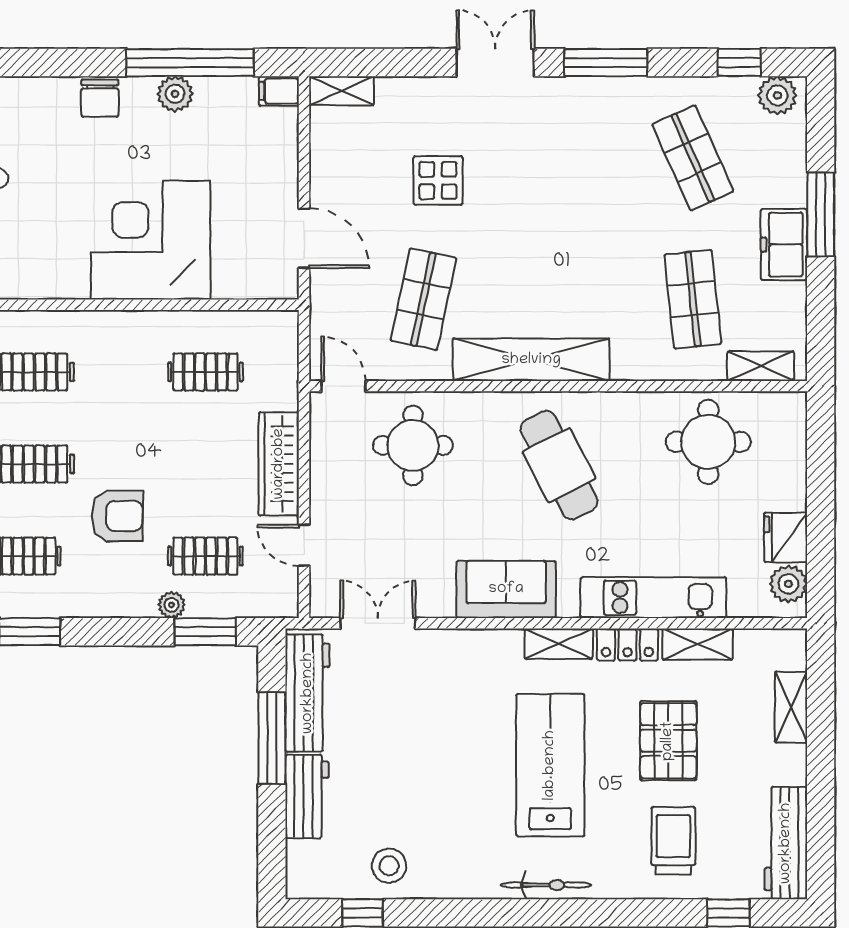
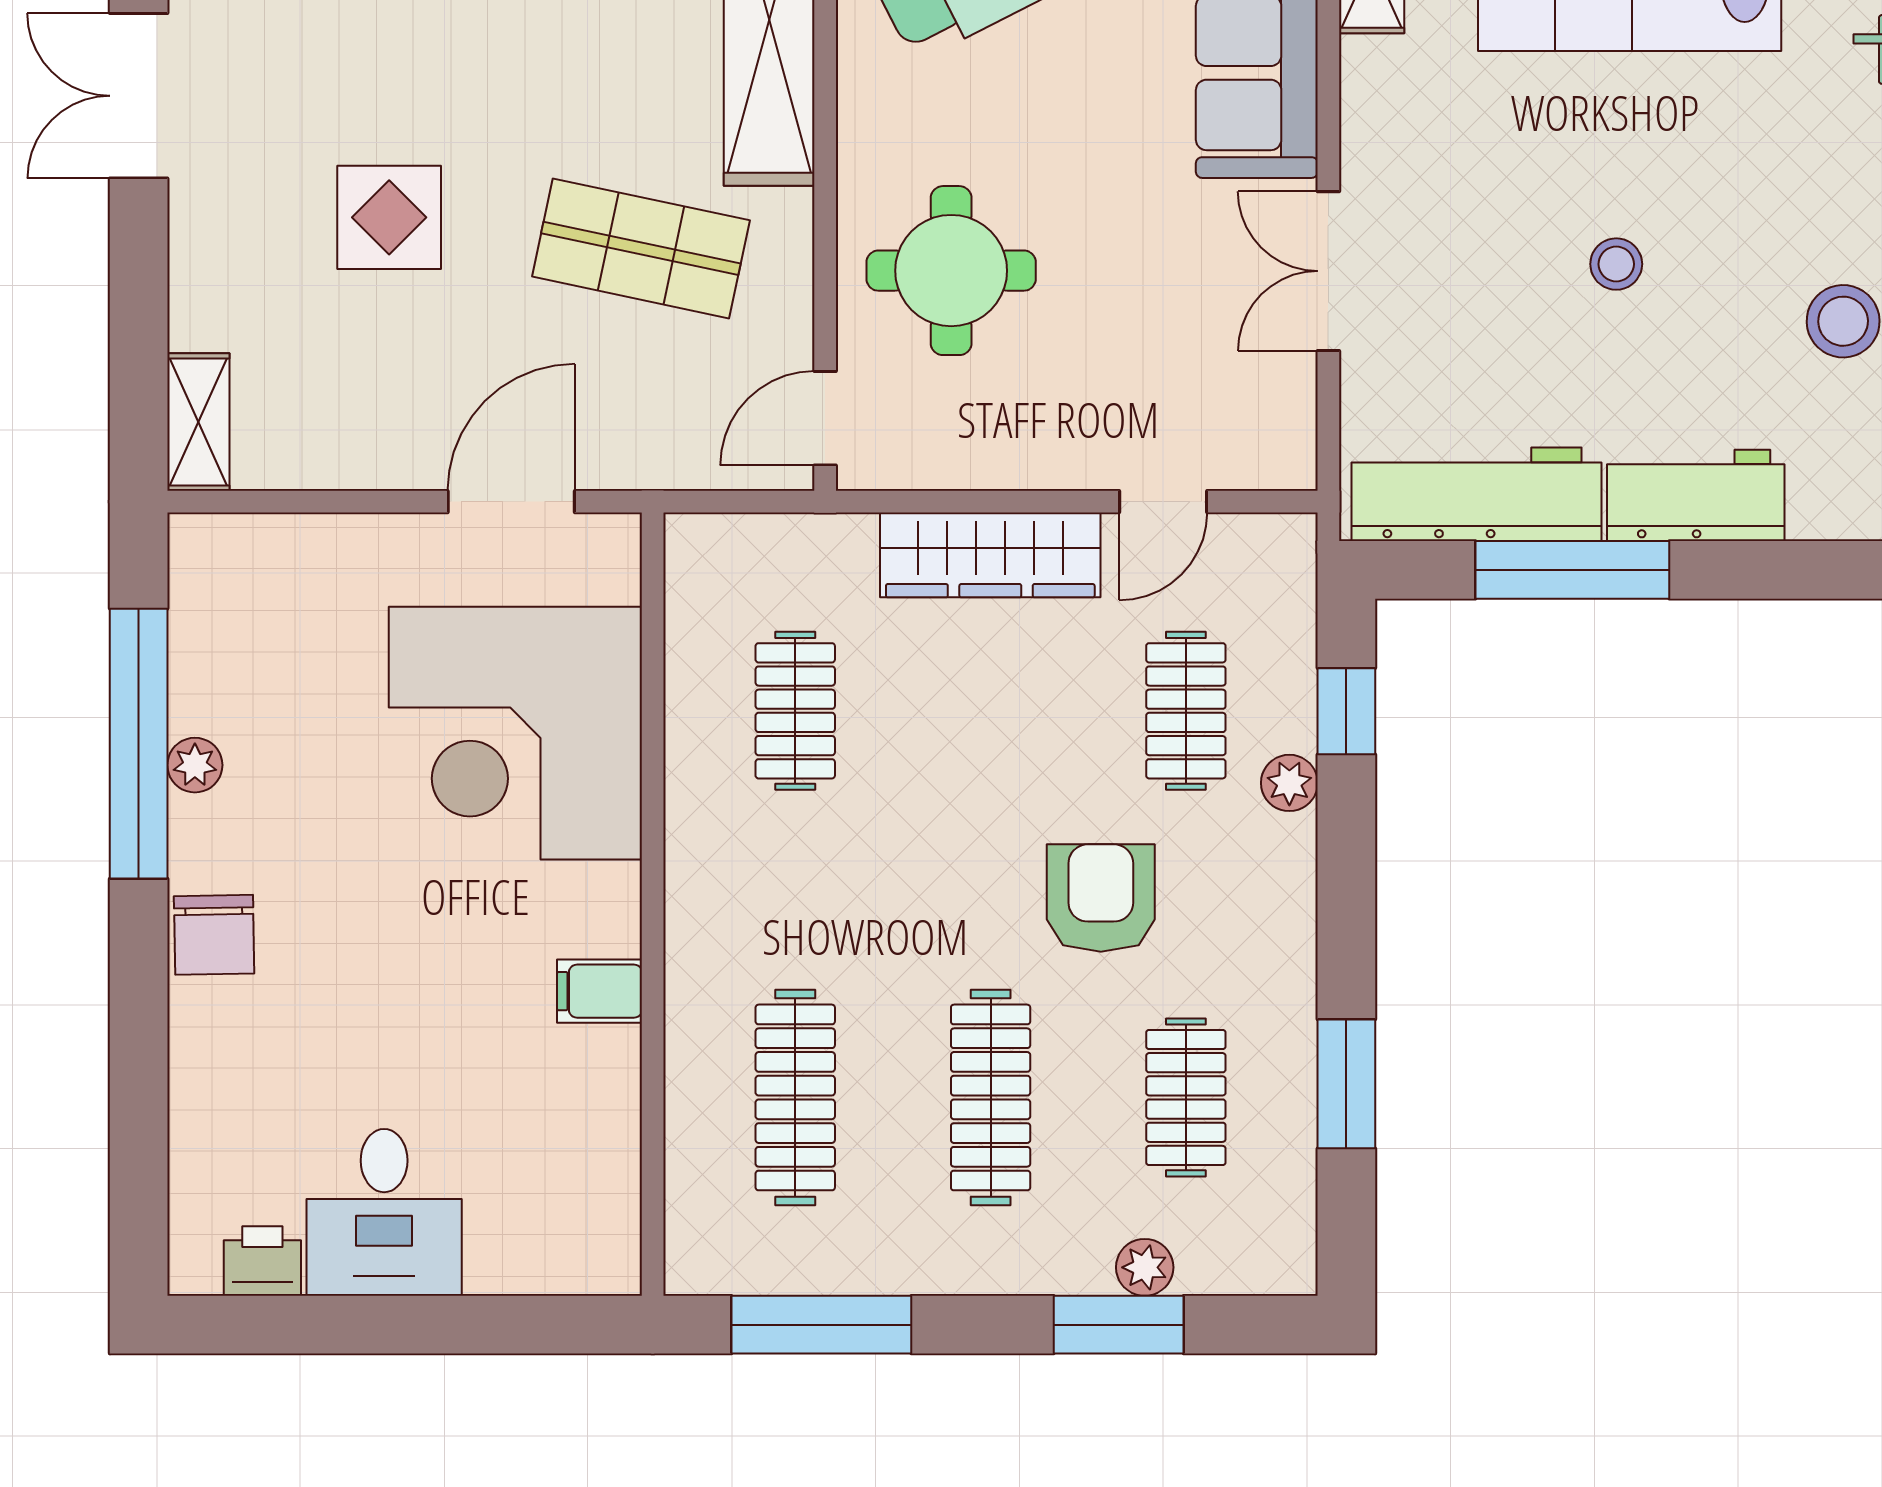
filing cabinet: (279, 91) -> (600, 991), moved, turned 90
plant: (175, 94) -> (195, 765), width x0.73, depth x0.73
chair: (100, 98) -> (214, 935), turned 89
corner desk: (151, 240) -> (515, 733), moved
double door: (378, 623) -> (1328, 271), moved
window: (205, 632) -> (1346, 711), width x0.67
stool: (416, 759) -> (1616, 264), added

